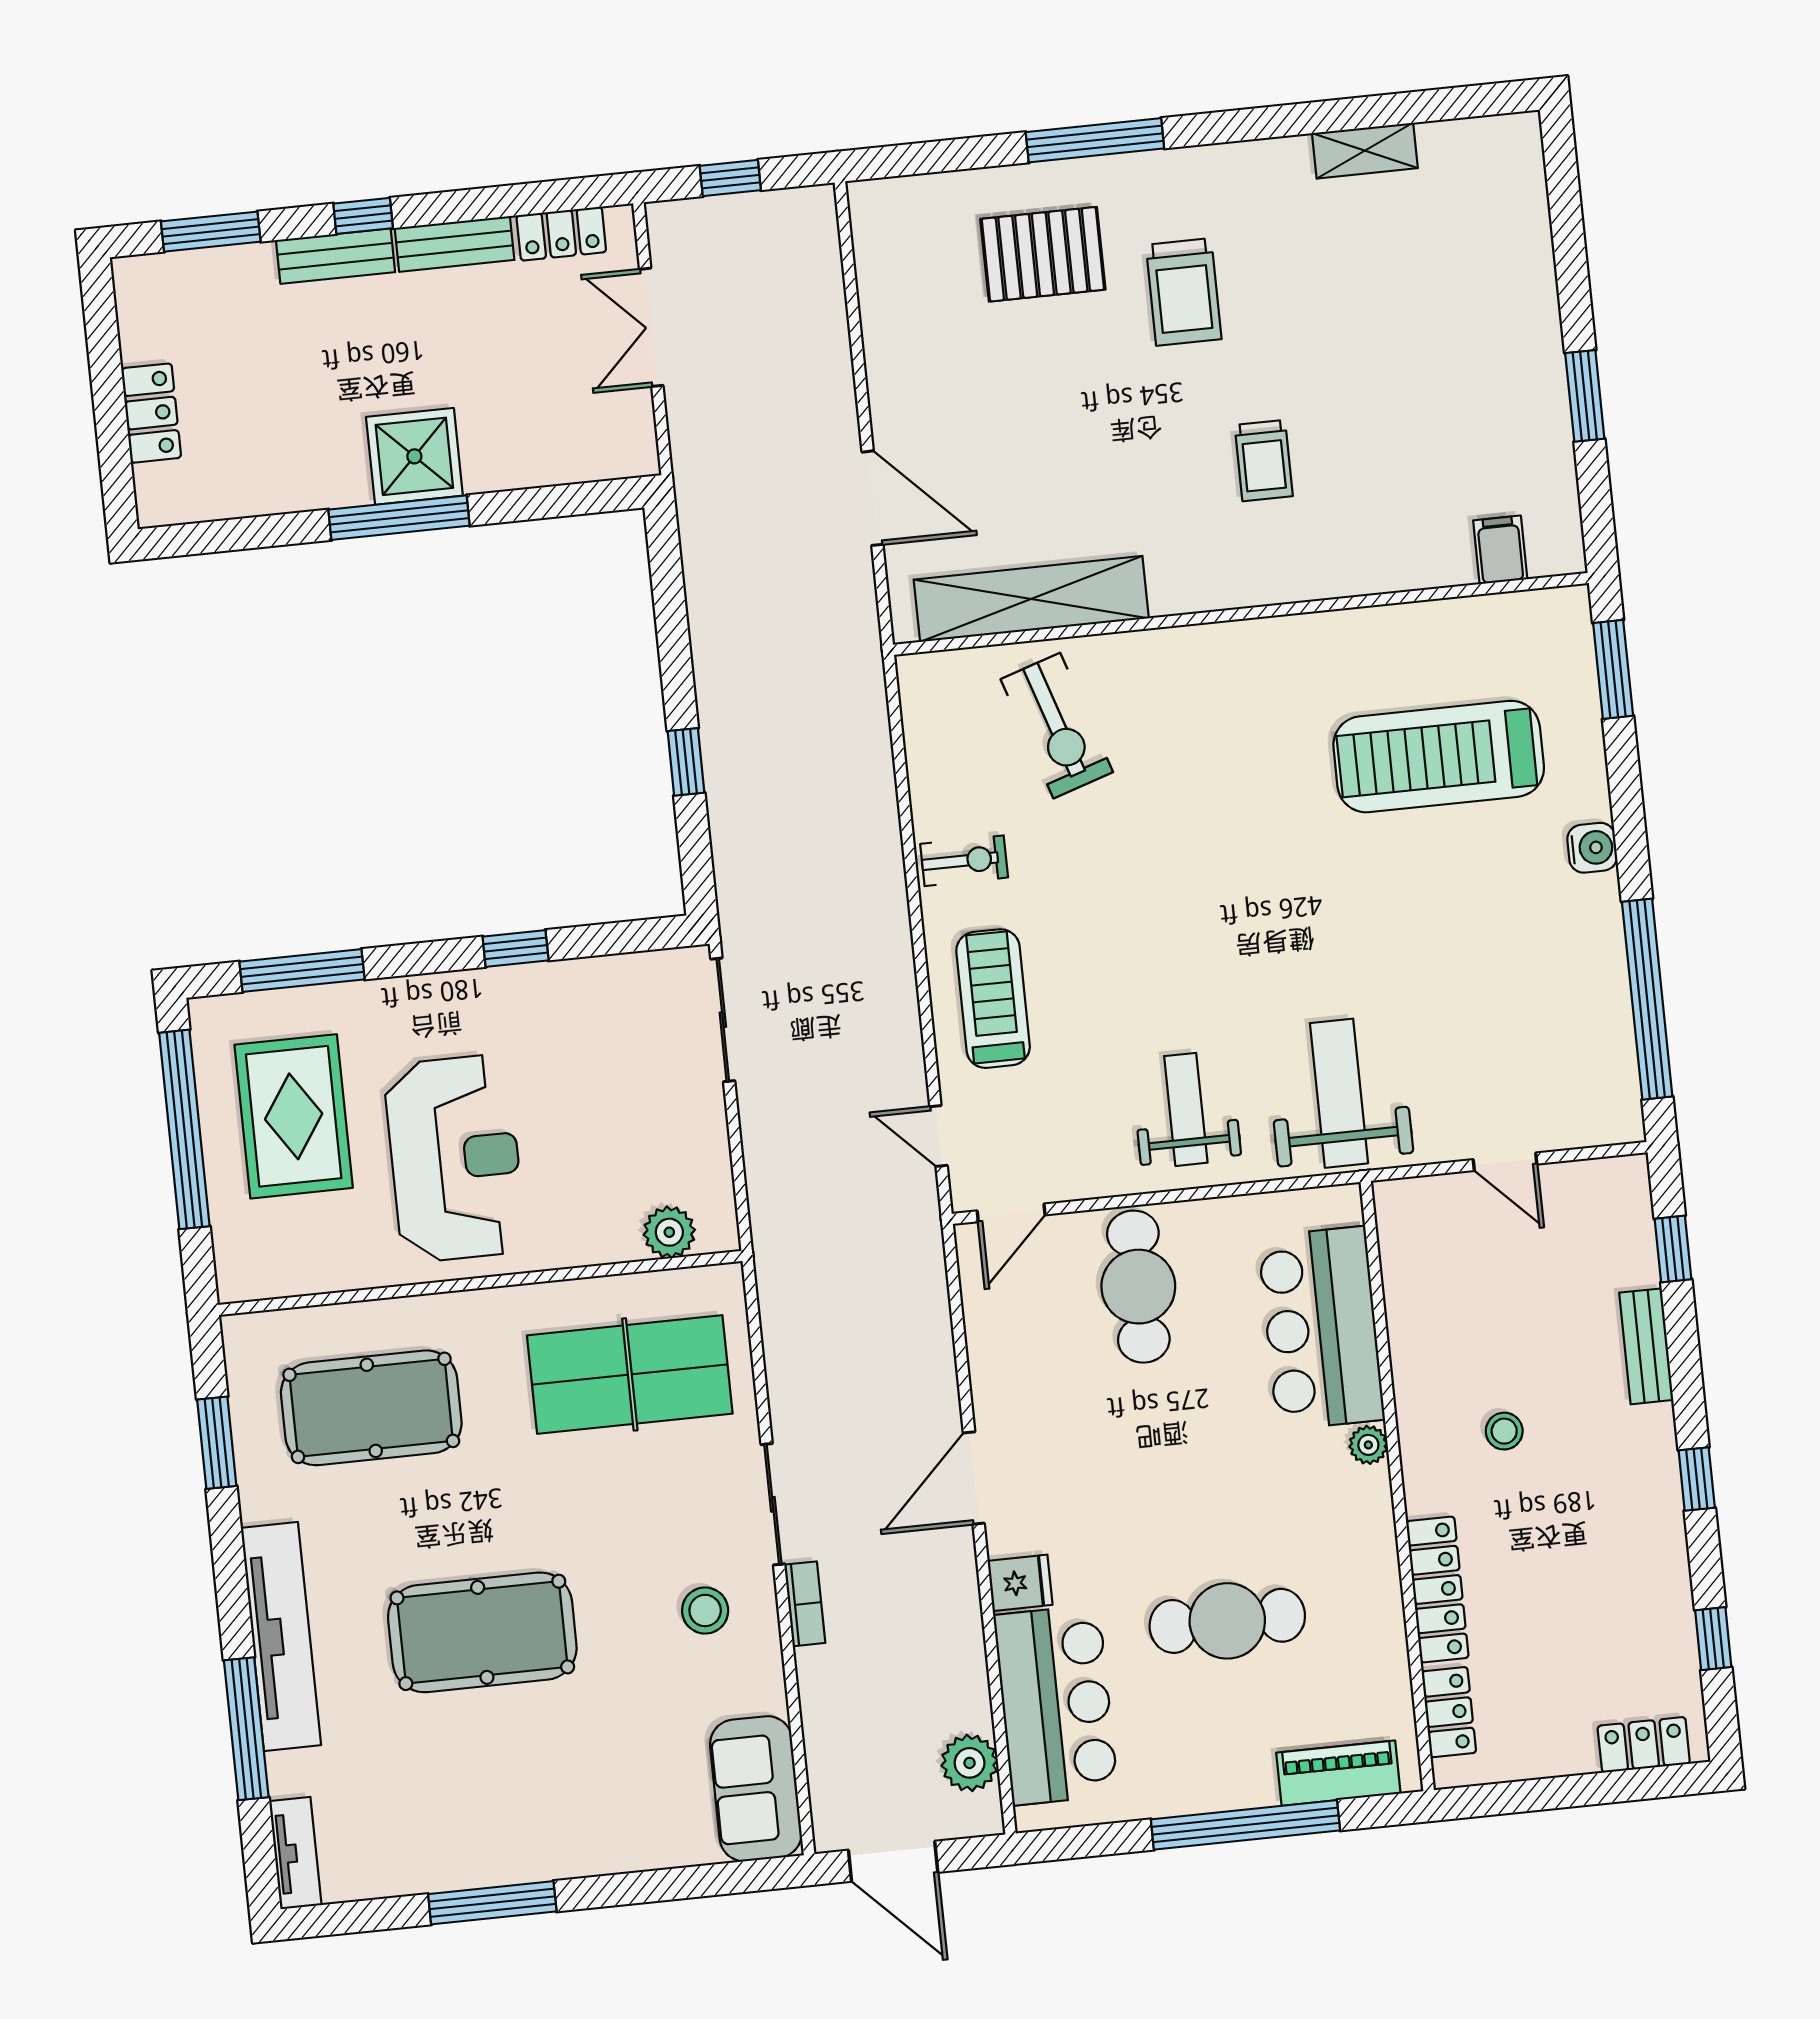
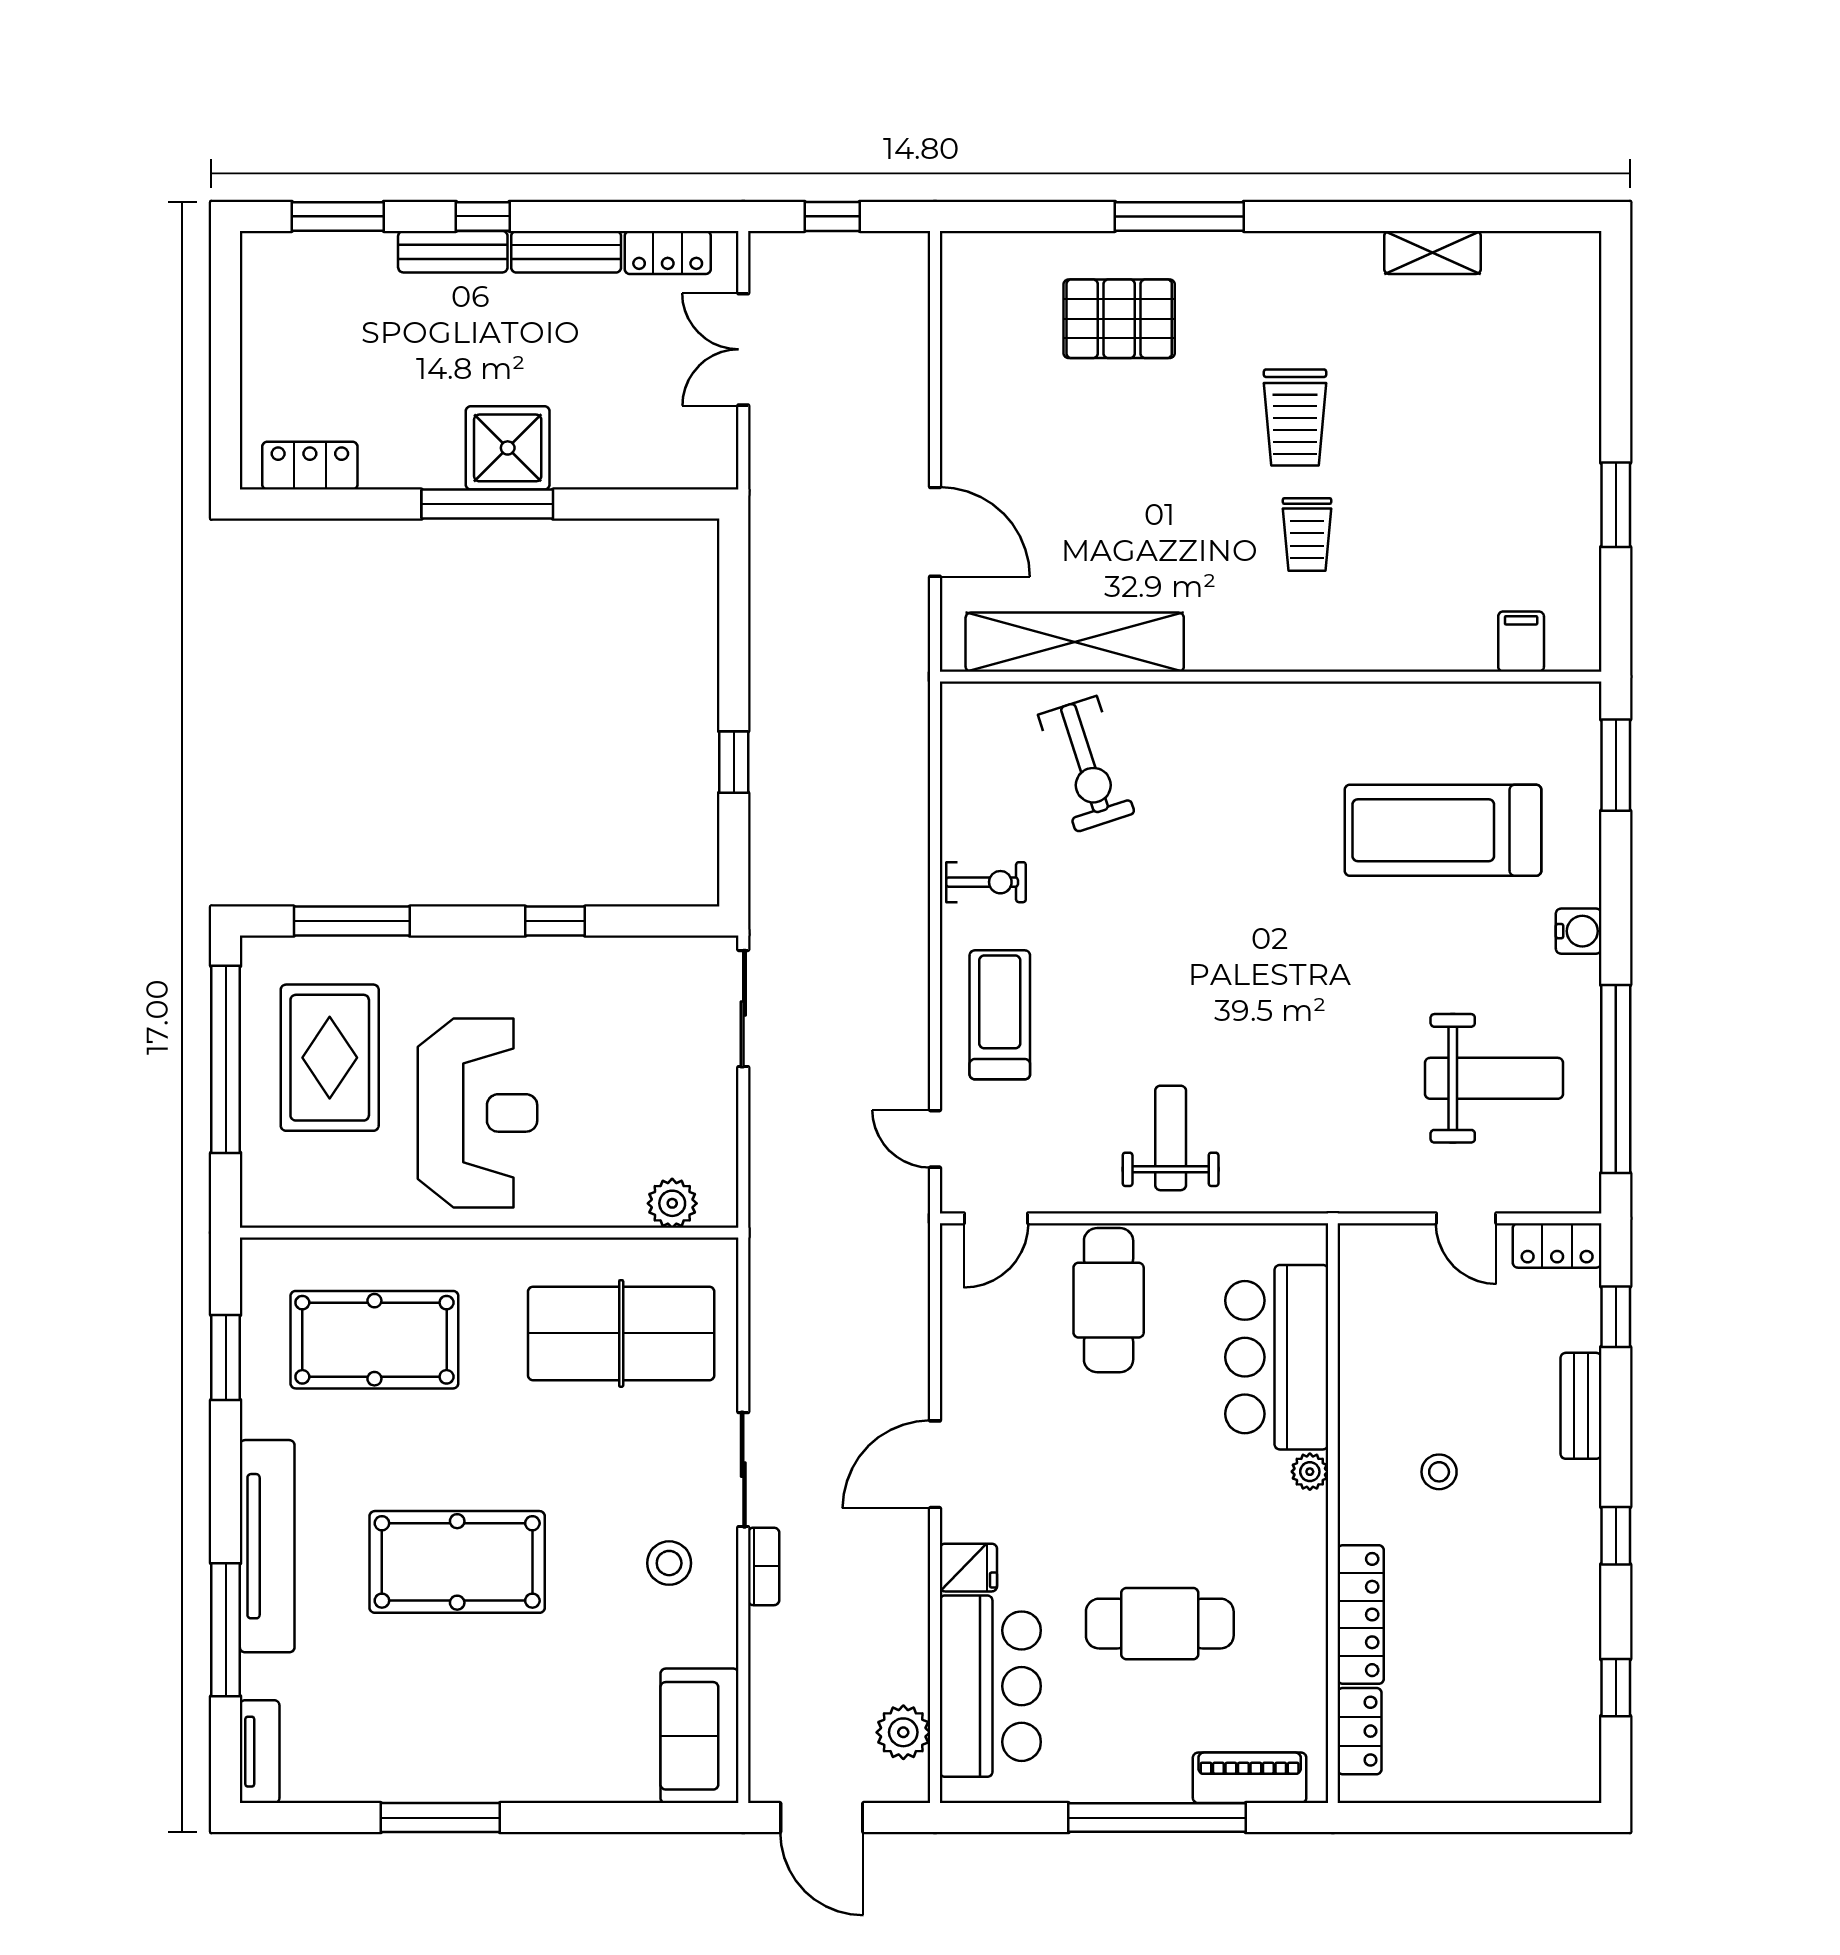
trolley: (1184, 292) -> (1295, 417), moved
locker: (151, 413) -> (310, 466), moved, turned -90
weight bench: (1339, 1093) -> (1494, 1078), moved, turned 90
locker: (1644, 1745) -> (1557, 1245), moved, turned 180

